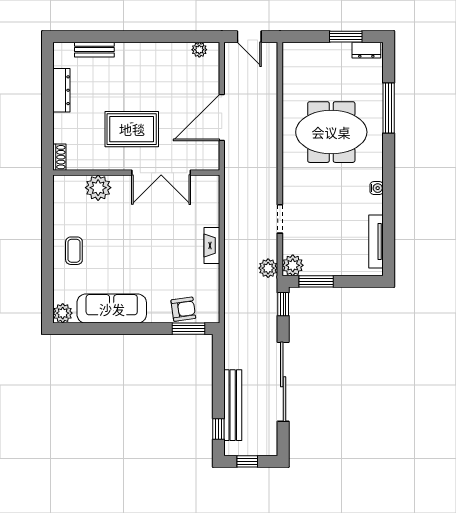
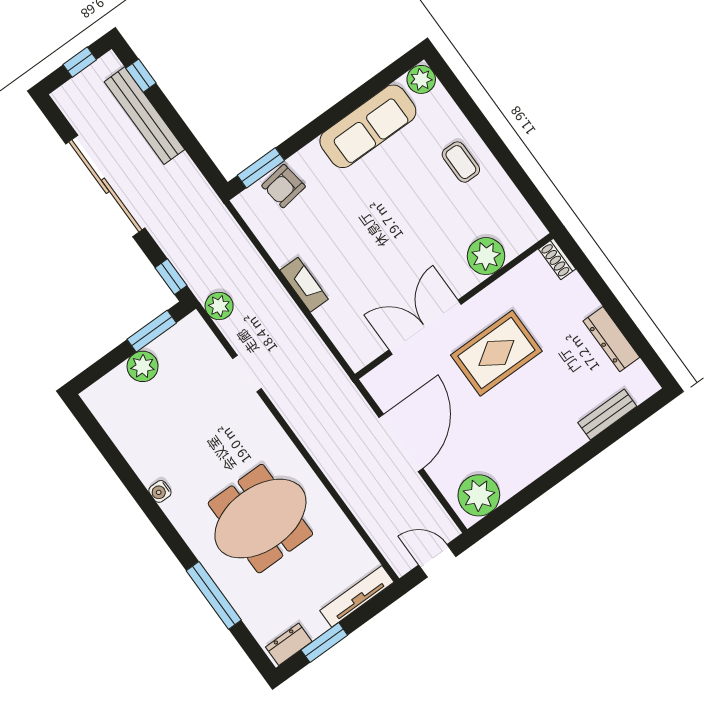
plant: (199, 50) -> (479, 495), width x1.88, depth x1.88
tv unit: (376, 241) -> (357, 596), moved, turned -90
plant: (293, 265) -> (143, 366), moved

